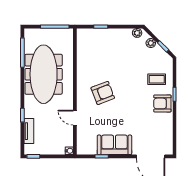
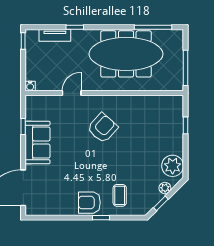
plant: (137, 33) -> (173, 166), width x1.87, depth x1.87
armchair: (103, 93) -> (103, 128), turned -117
armchair: (162, 103) -> (89, 203), turned -90

